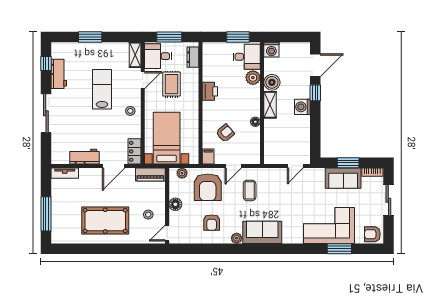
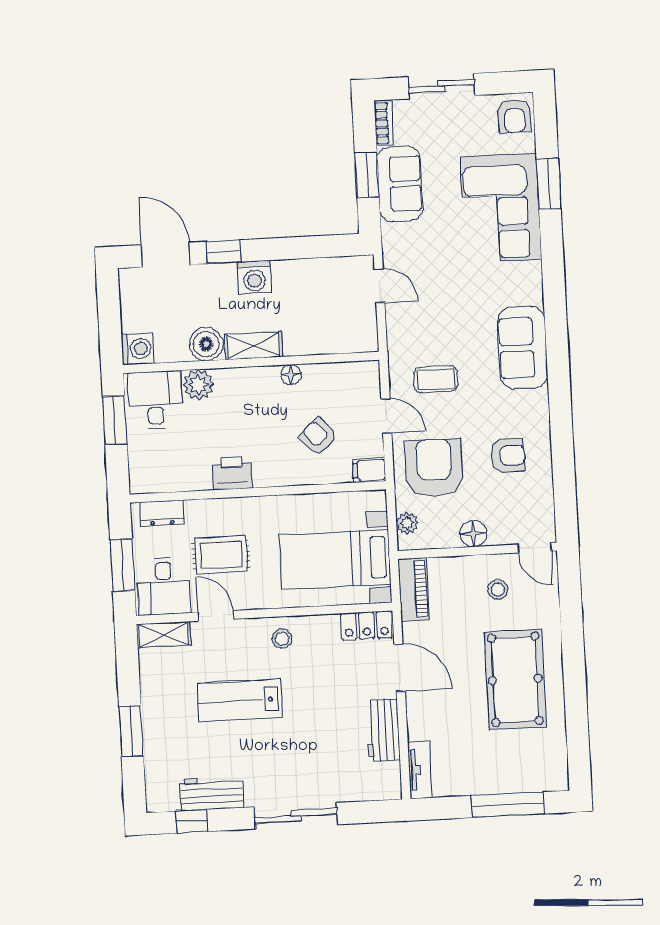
armchair: (208, 187) -> (434, 468), turned -90
plant: (237, 238) -> (538, 401), removed

